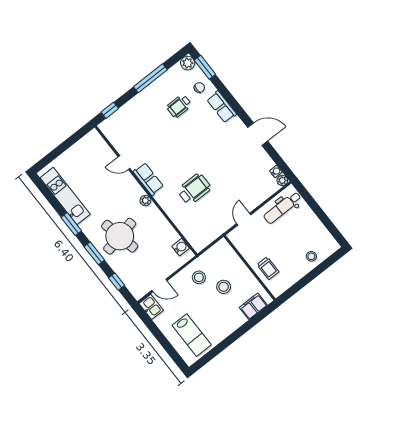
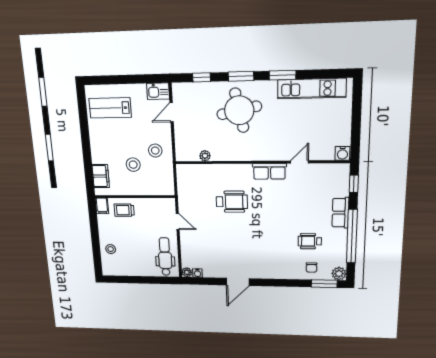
window: (150, 78) -> (352, 236), width x1.46
wheelchair: (179, 106) -> (310, 241), turned -90
row of seats: (222, 107) -> (340, 213), moved, turned -90
wheelchair: (194, 189) -> (232, 202), turned -90
plant: (145, 201) -> (205, 156), moved
water cooler: (181, 247) -> (342, 153), moved
filing cabinet: (278, 289) -> (102, 206), added

